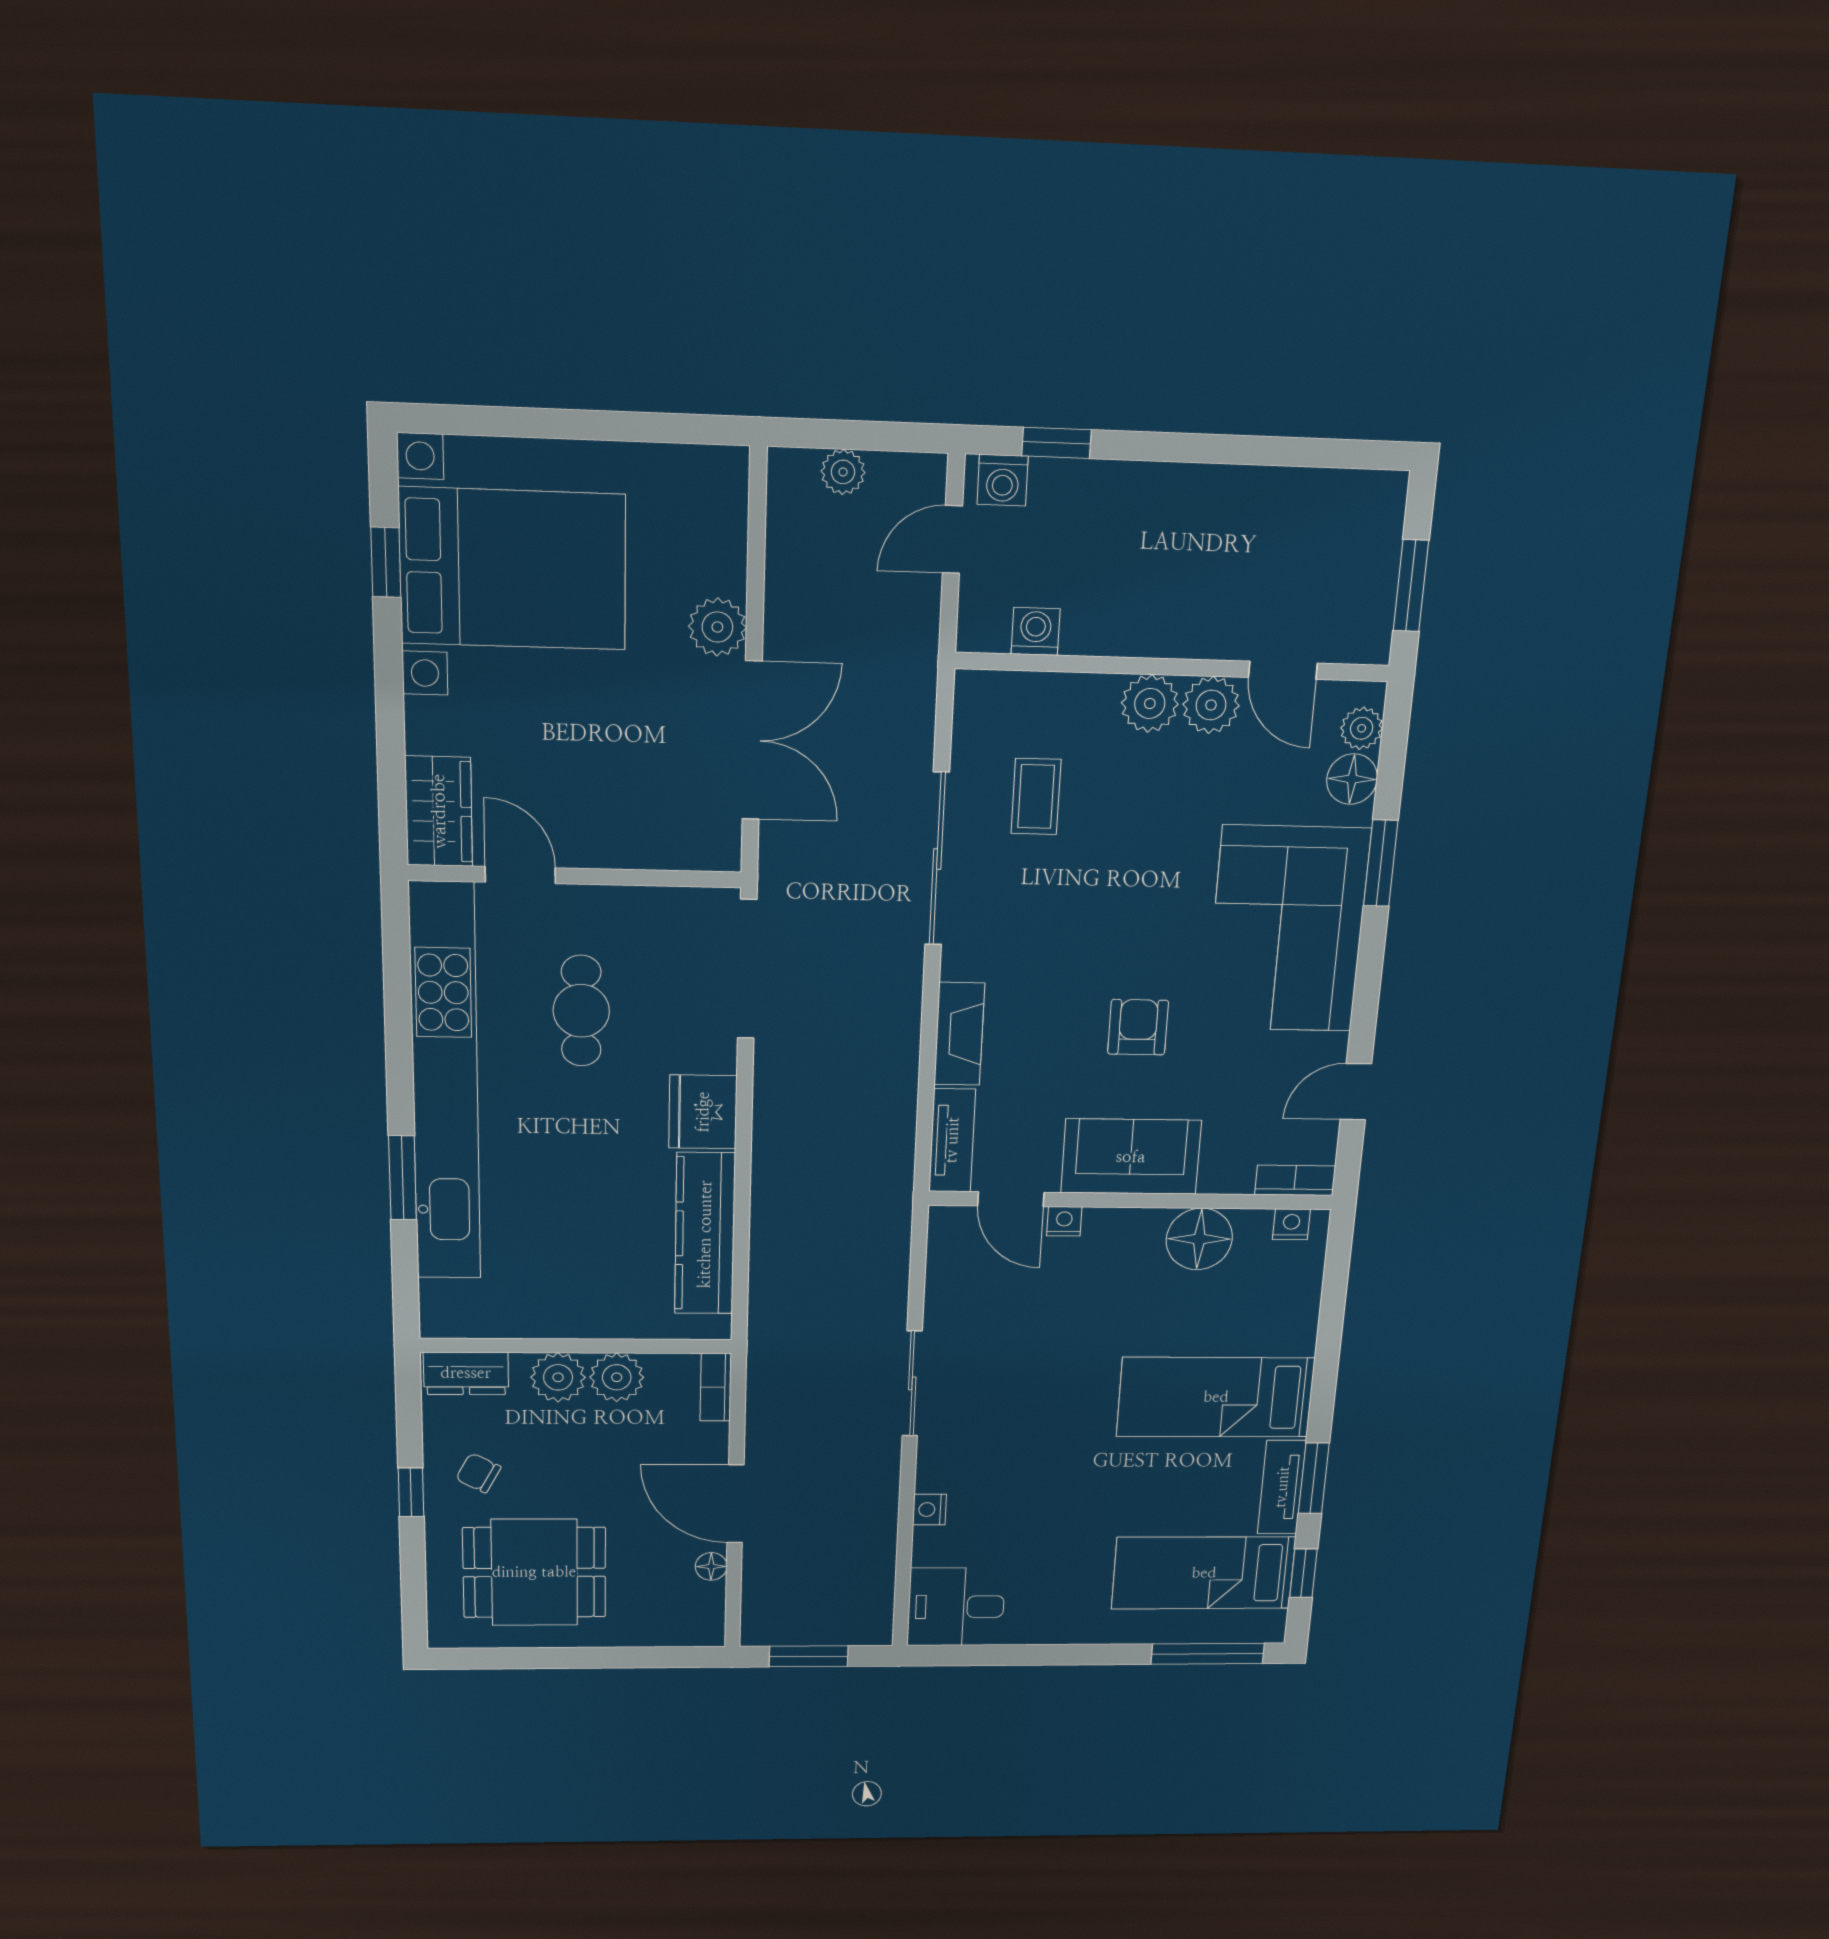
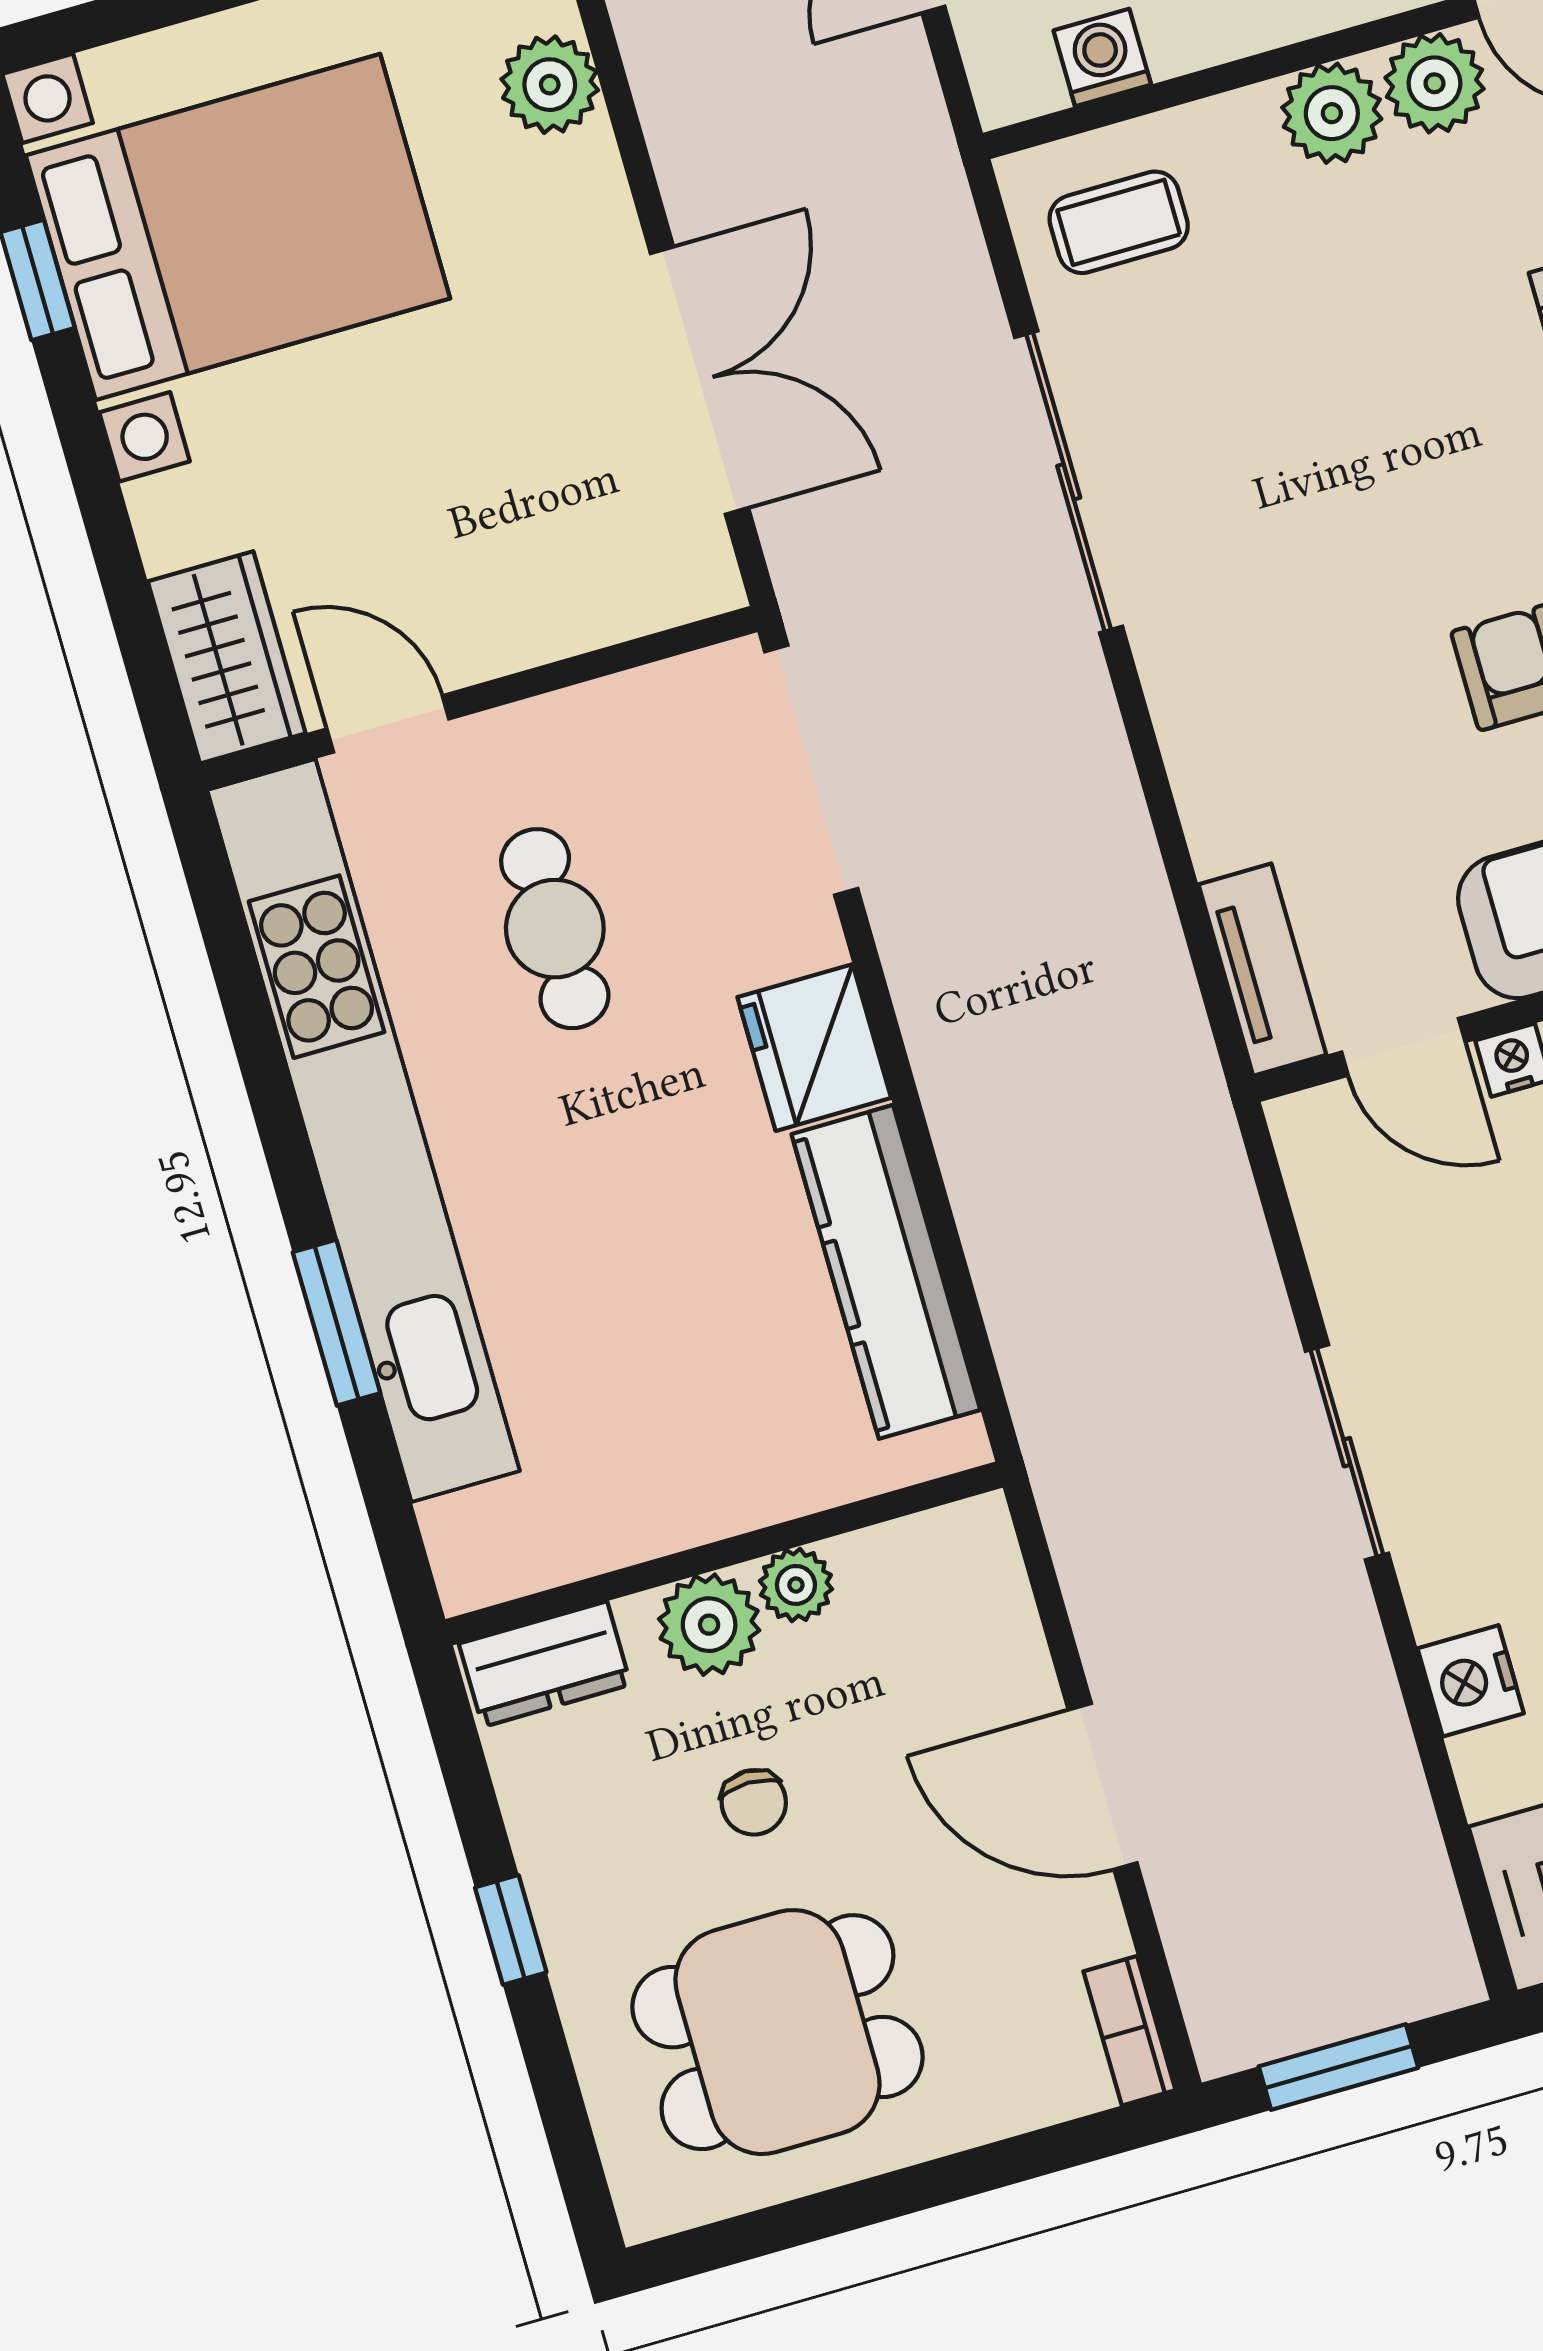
plant: (717, 627) -> (550, 85), moved
coffee table: (1036, 797) -> (1119, 222), moved, turned 90
fireplace: (959, 1034) -> (1209, 774), removed
plant: (617, 1377) -> (796, 1585), width x0.73, depth x0.73
bookcase: (716, 1387) -> (1129, 2031), moved
chair: (478, 1473) -> (754, 1802), moved, turned -118
nightstand: (929, 1510) -> (1471, 1681), width x1.39, depth x1.35
floor lamp: (711, 1566) -> (1098, 1928), removed

